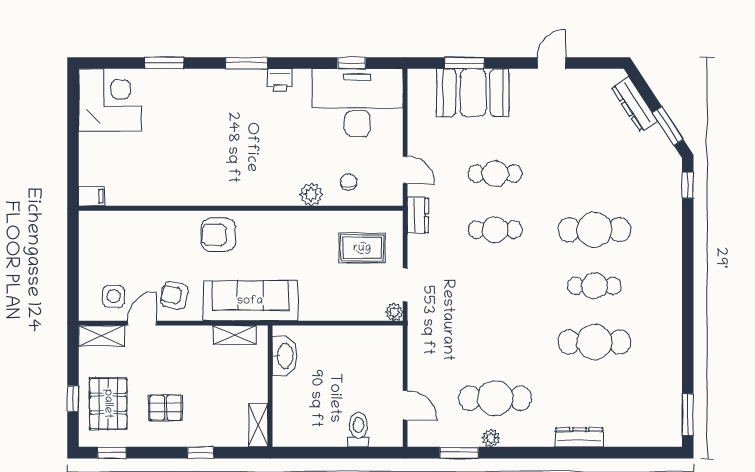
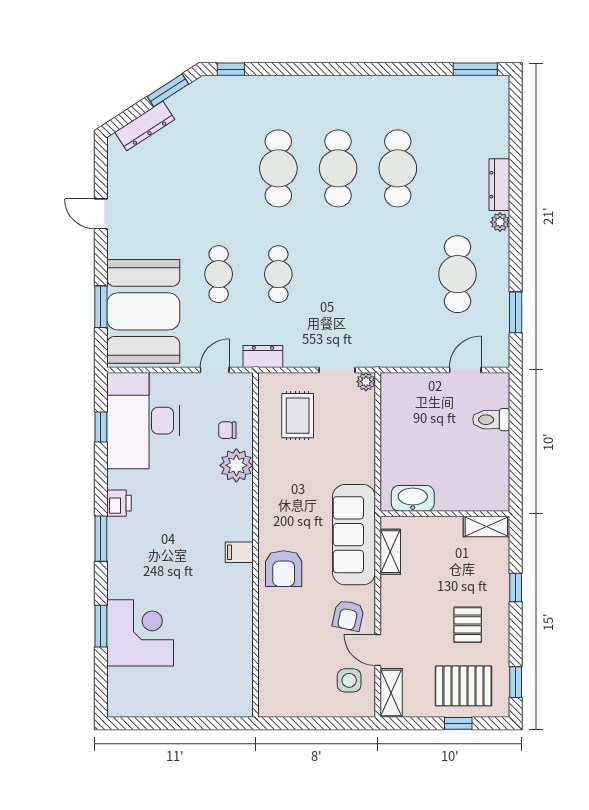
booth: (473, 93) -> (143, 311), width x1.36, depth x1.42
corner desk: (110, 100) -> (140, 633), moved, turned 90
plant: (311, 194) -> (236, 465), width x1.36, depth x1.36
filing cabinet: (92, 196) -> (239, 552), moved, turned -90
cafe table: (594, 286) -> (338, 168), width x1.37, depth x1.35
plant: (491, 438) -> (500, 222), moved

